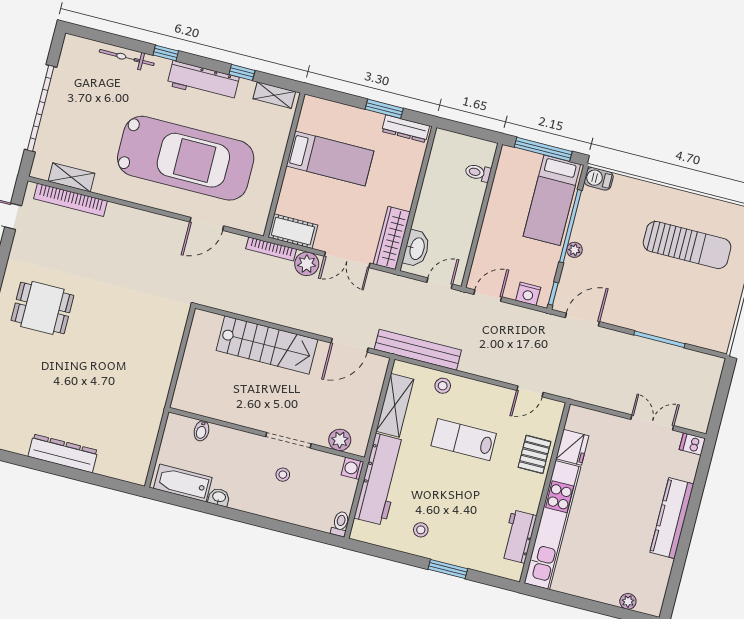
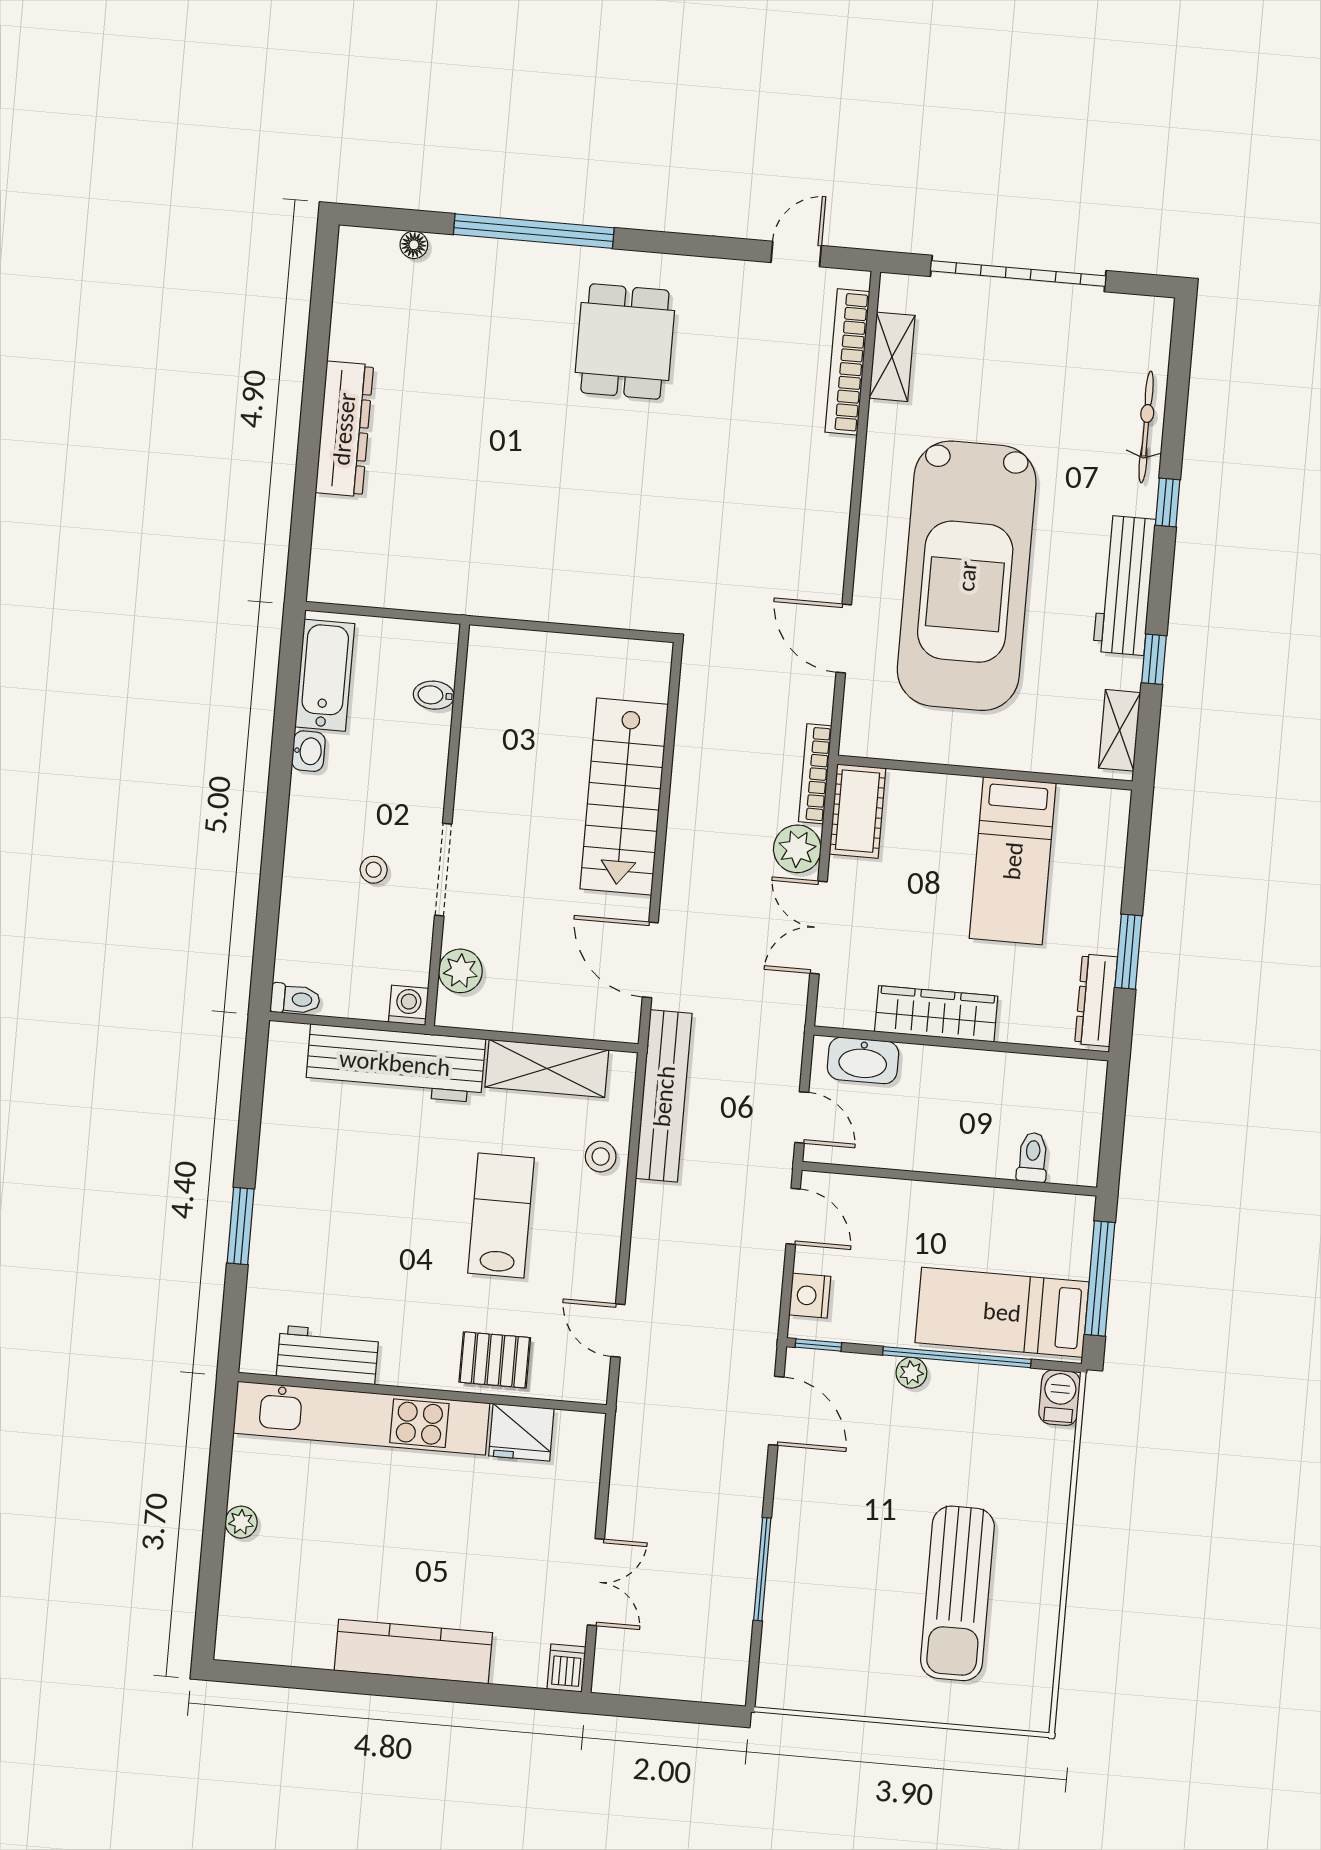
wardrobe: (392, 238) -> (936, 1014), moved
stool: (421, 530) -> (309, 1160), removed
plant: (628, 601) -> (241, 1522), moved

